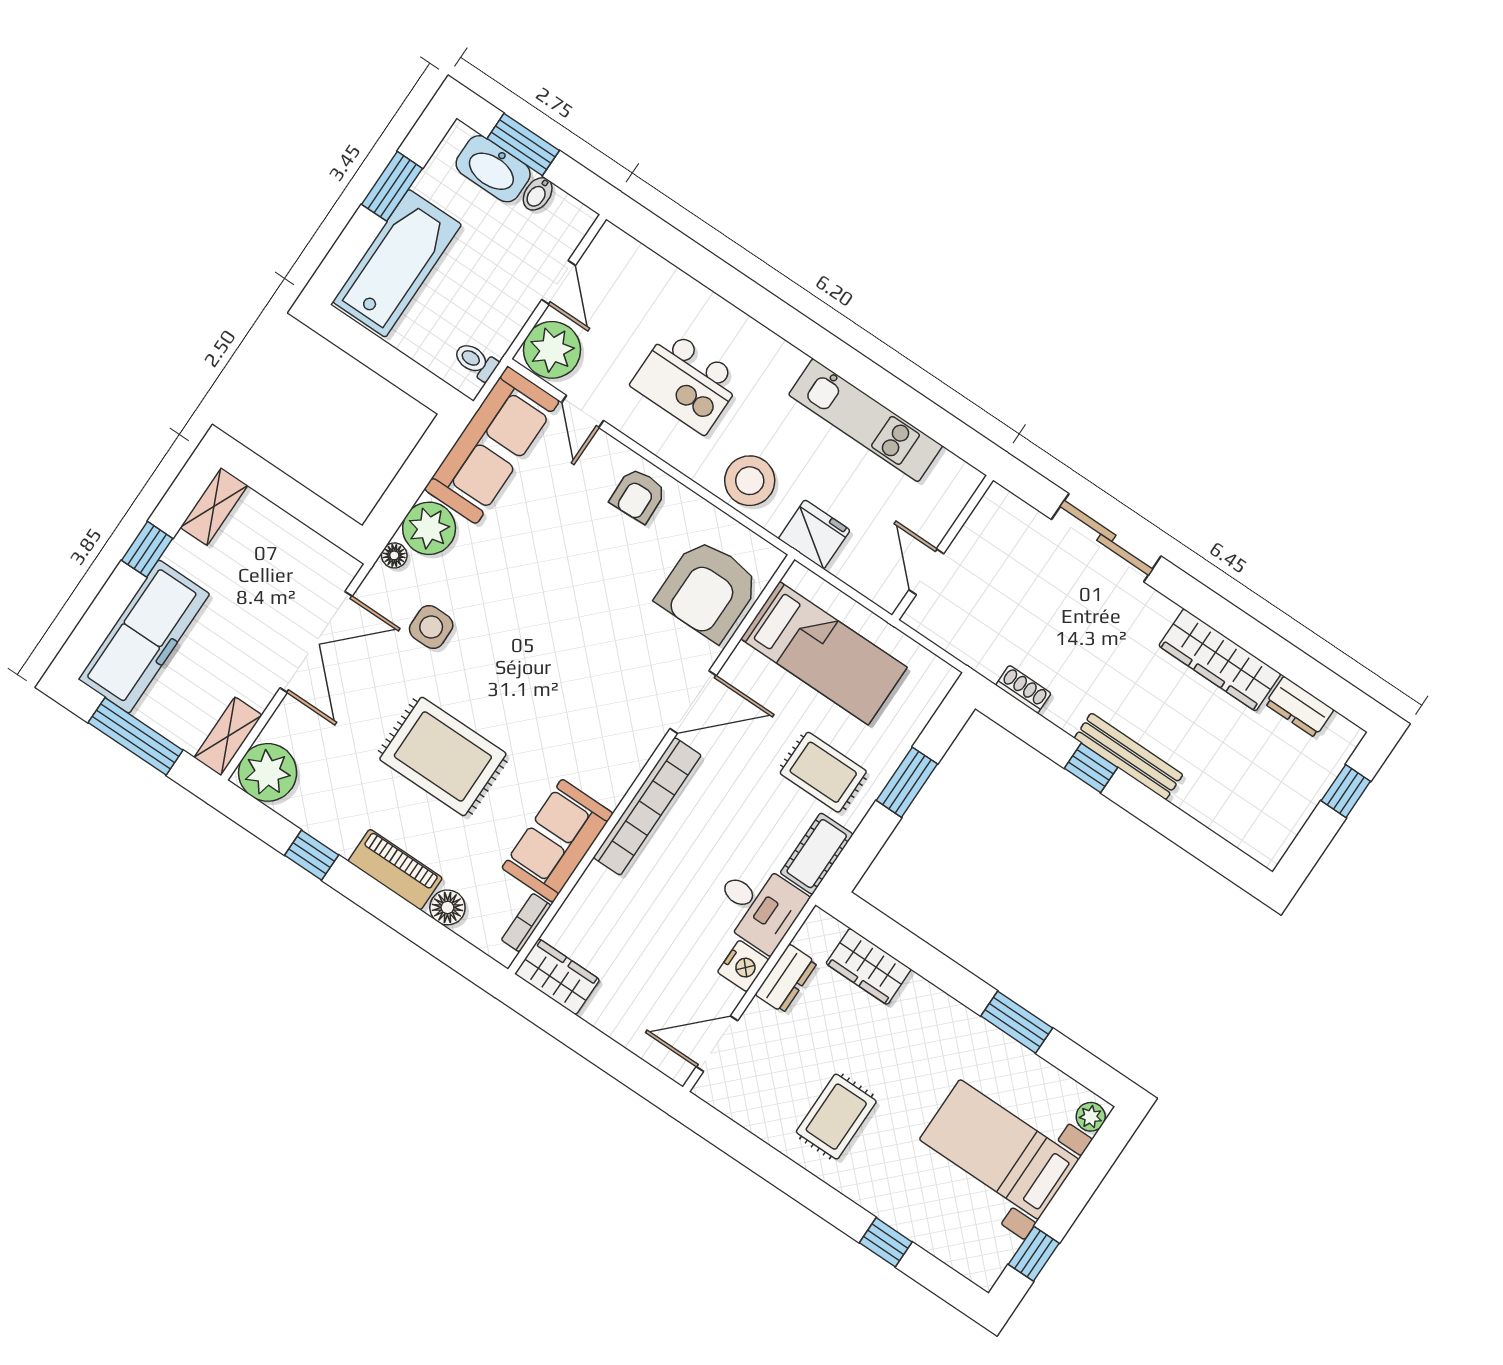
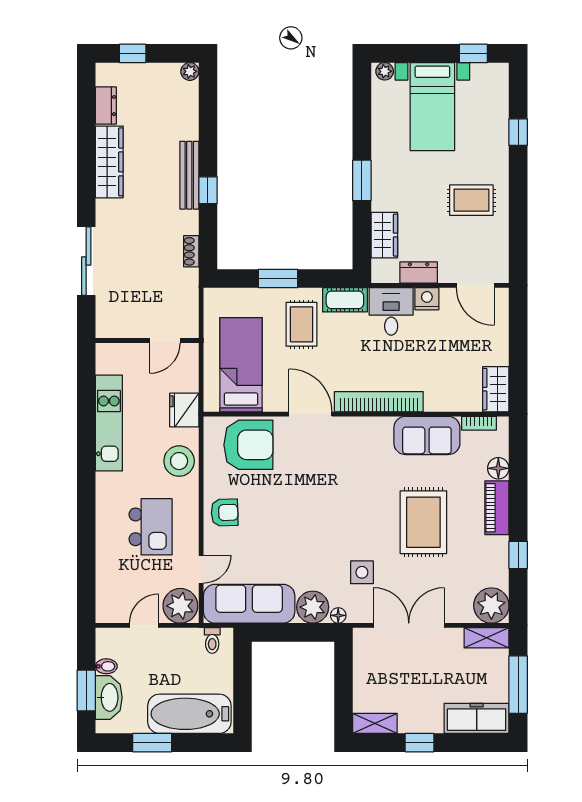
freezer: (144, 637) -> (477, 718), width x0.73, depth x0.79
plant: (1269, 852) -> (190, 71), added
window: (1017, 1022) -> (362, 180), moved

